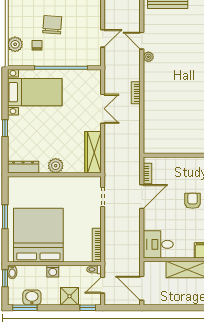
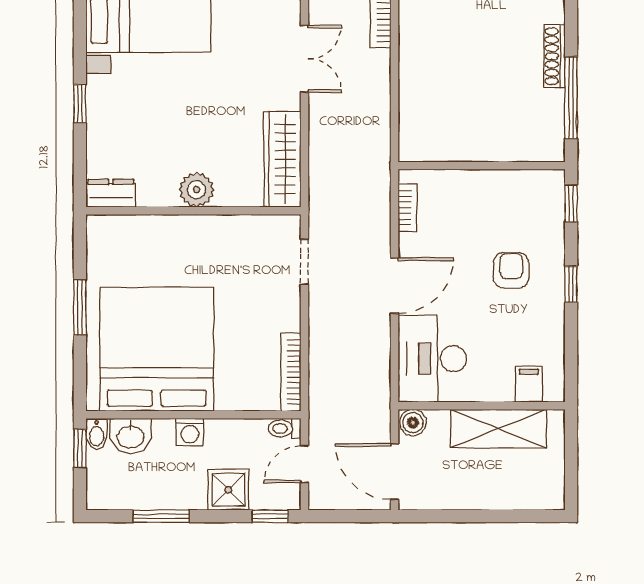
dresser: (23, 167) -> (111, 193), width x0.70
door: (142, 197) -> (395, 286), moved
desk: (158, 244) -> (432, 359), width x1.37
boiler: (150, 267) -> (413, 423), added
washbasin: (32, 297) -> (130, 436), moved, turned 180
window: (25, 308) -> (161, 516), moved

